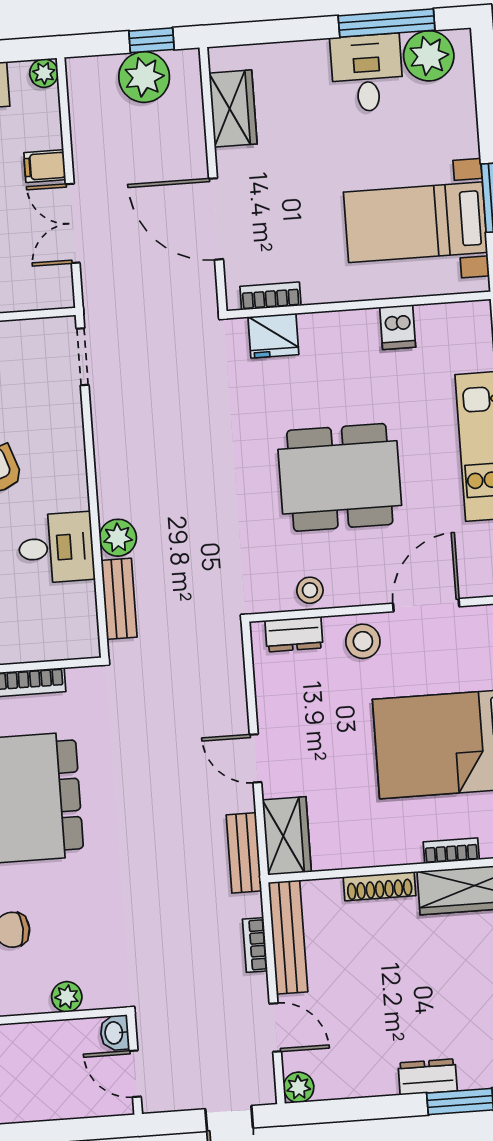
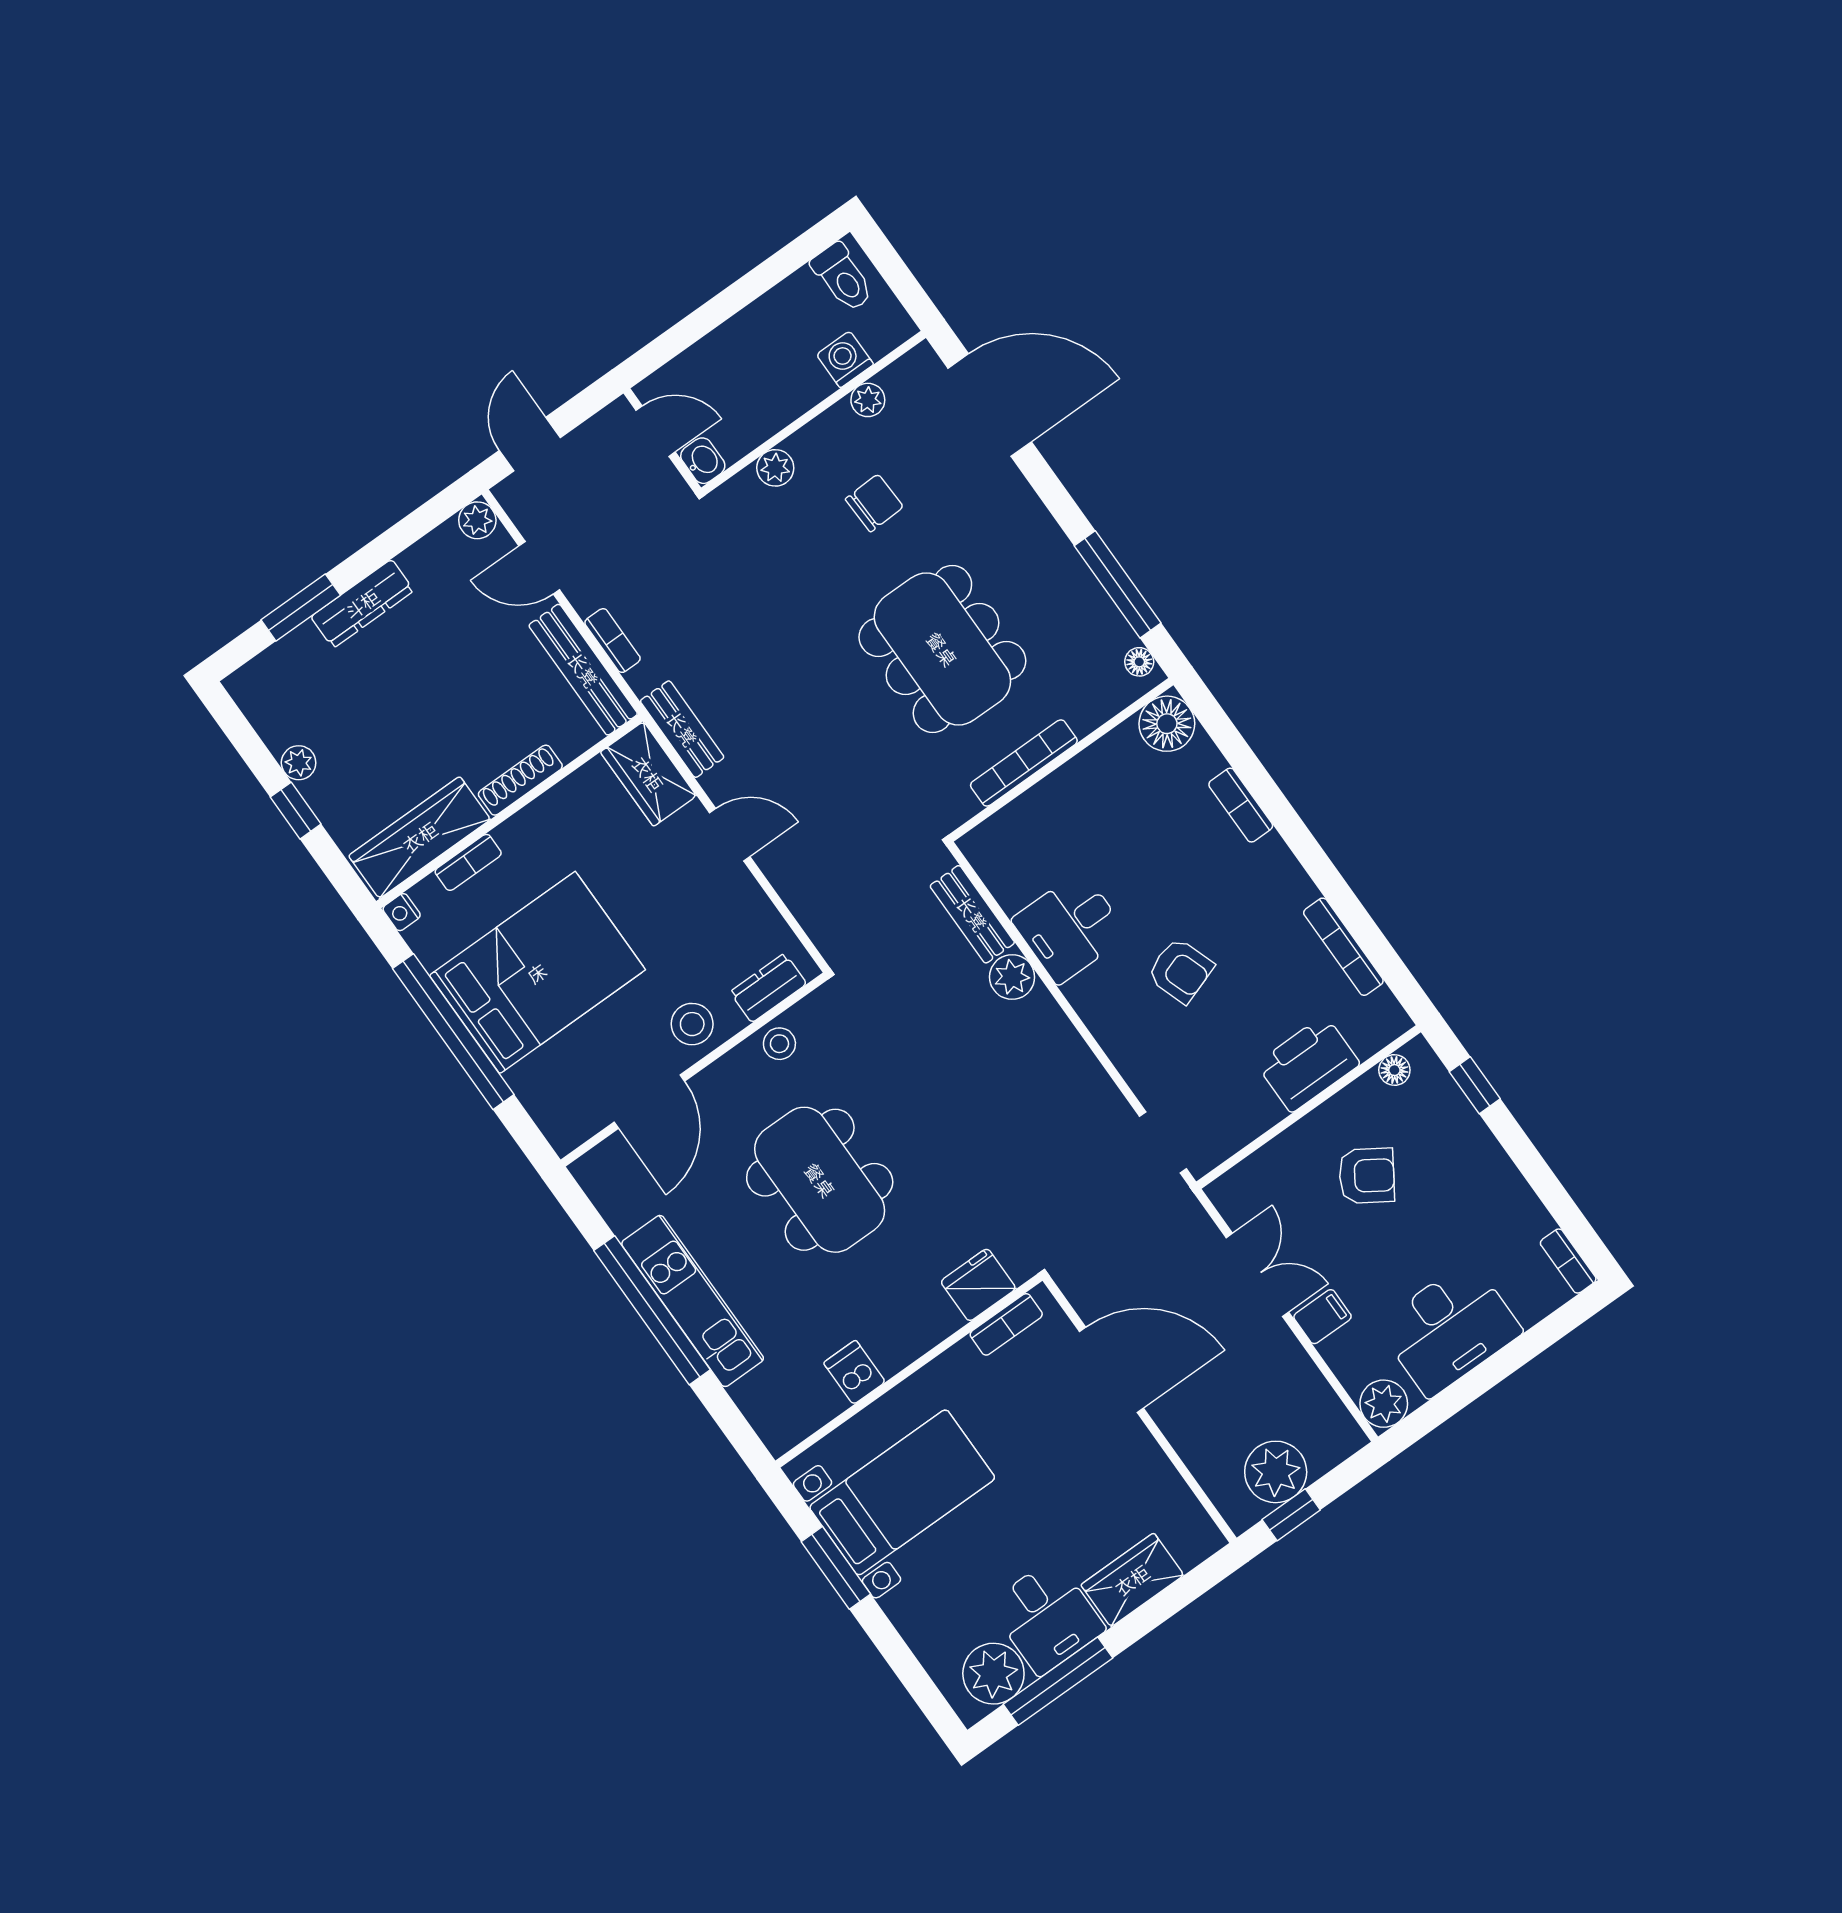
plant: (44, 73) -> (1384, 1404), width x1.38, depth x1.38
wardrobe: (233, 109) -> (1132, 1580), moved, turned 90
dining table: (340, 477) -> (820, 1180), turned 90
dresser: (428, 1077) -> (362, 604), width x1.44

